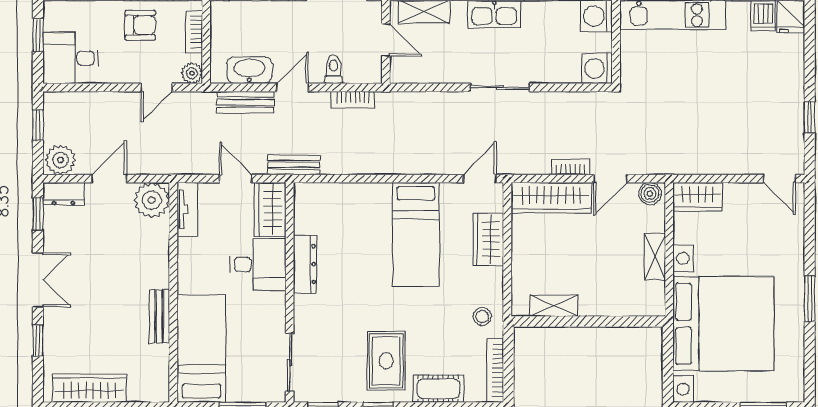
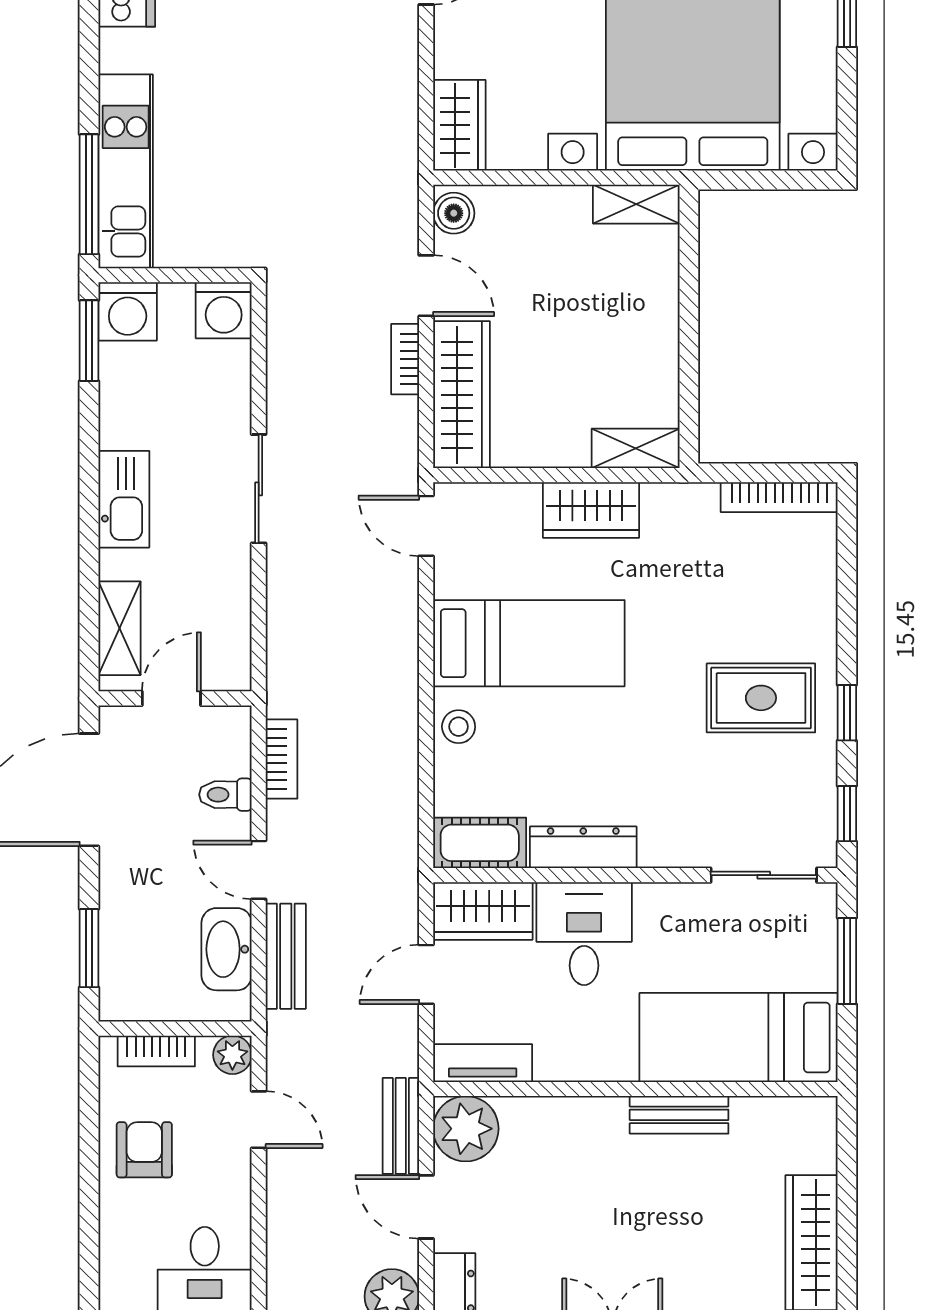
bench: (294, 165) -> (401, 1126), moved
wardrobe: (488, 239) -> (591, 510), moved
shelving: (655, 257) -> (636, 204), moved
shelving: (554, 306) -> (636, 448), moved, turned 90
stool: (482, 317) -> (459, 727), moved
cot: (438, 389) -> (480, 843), moved, turned 90

